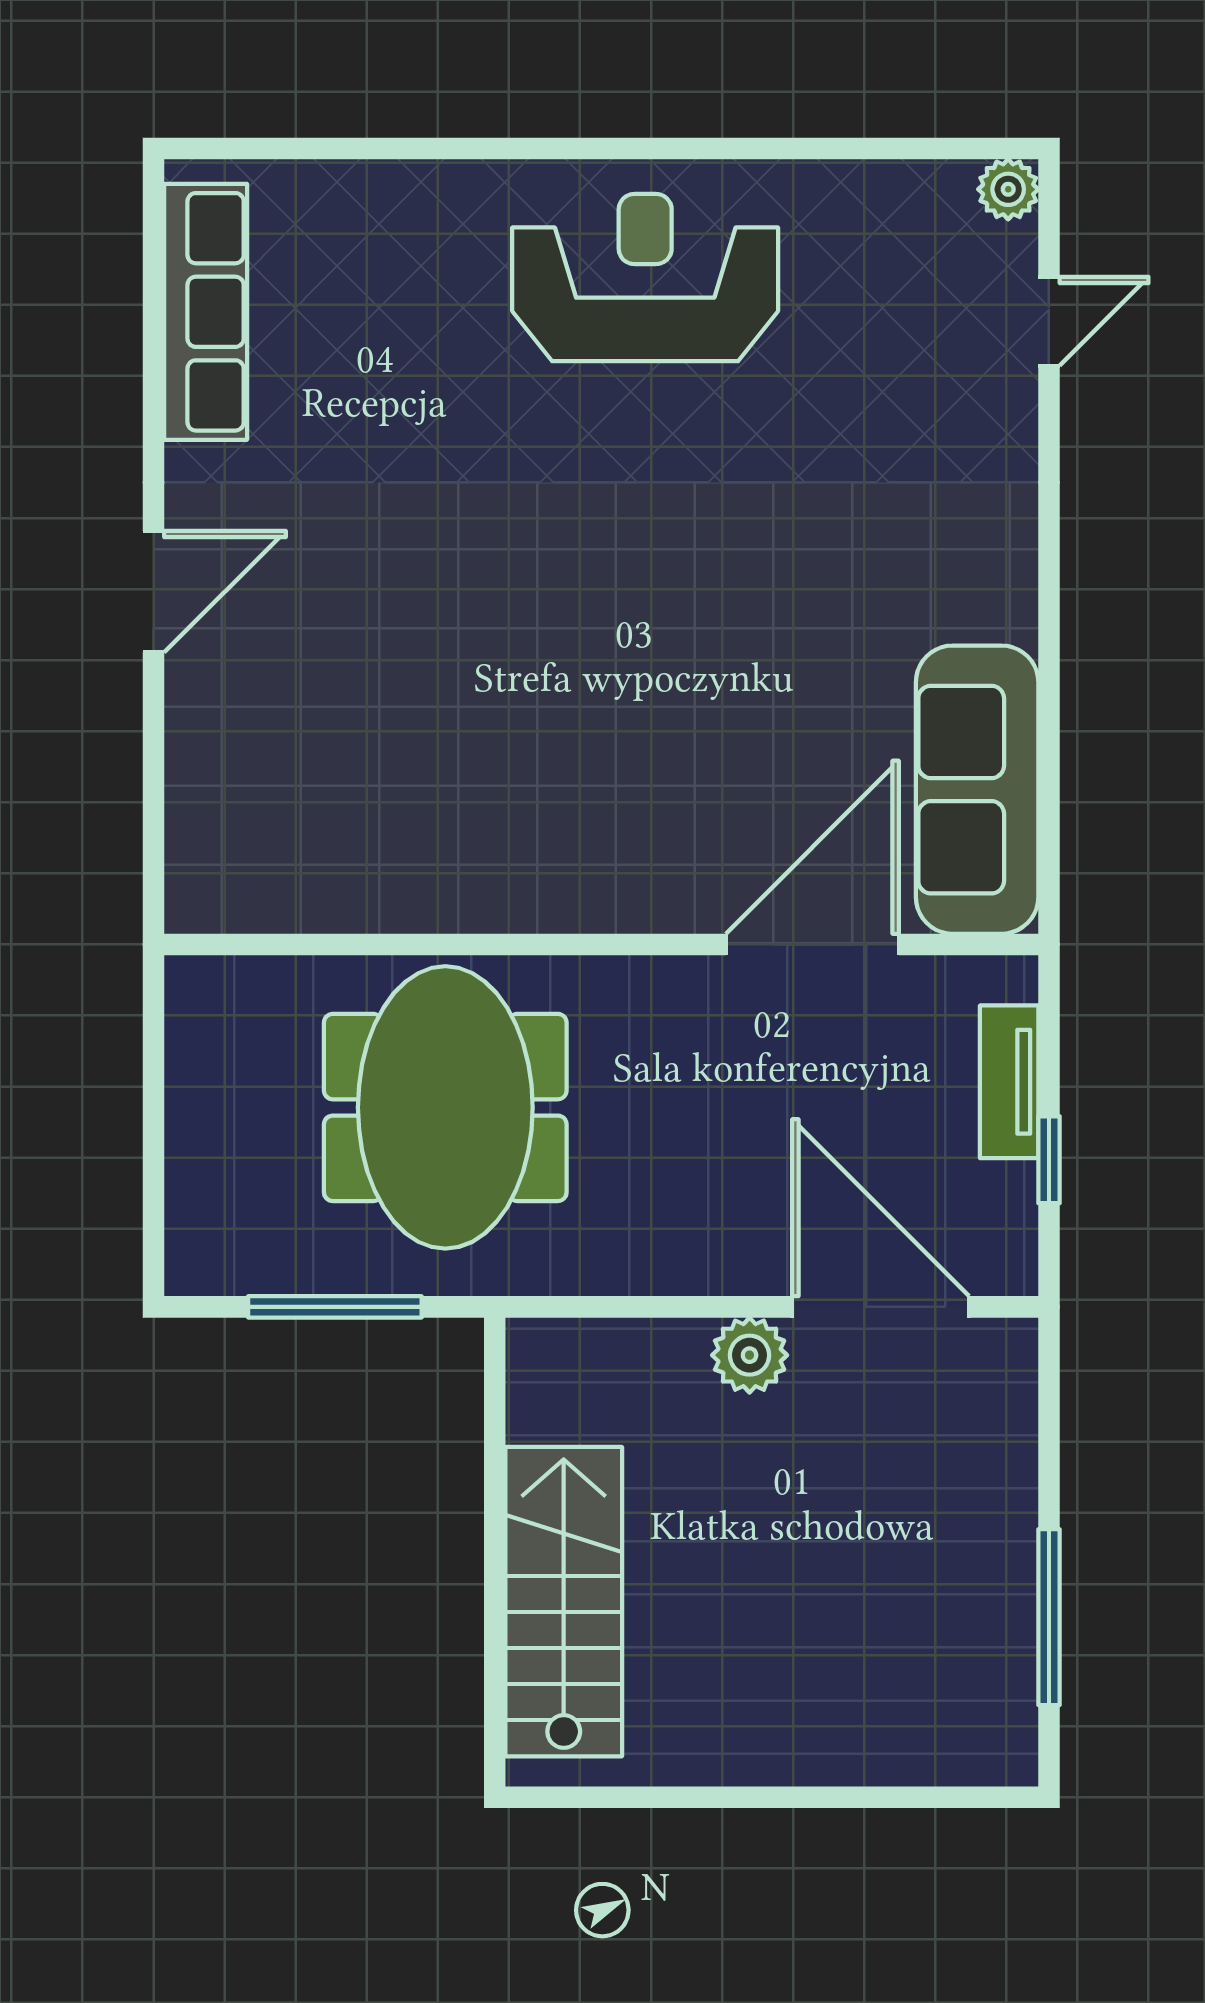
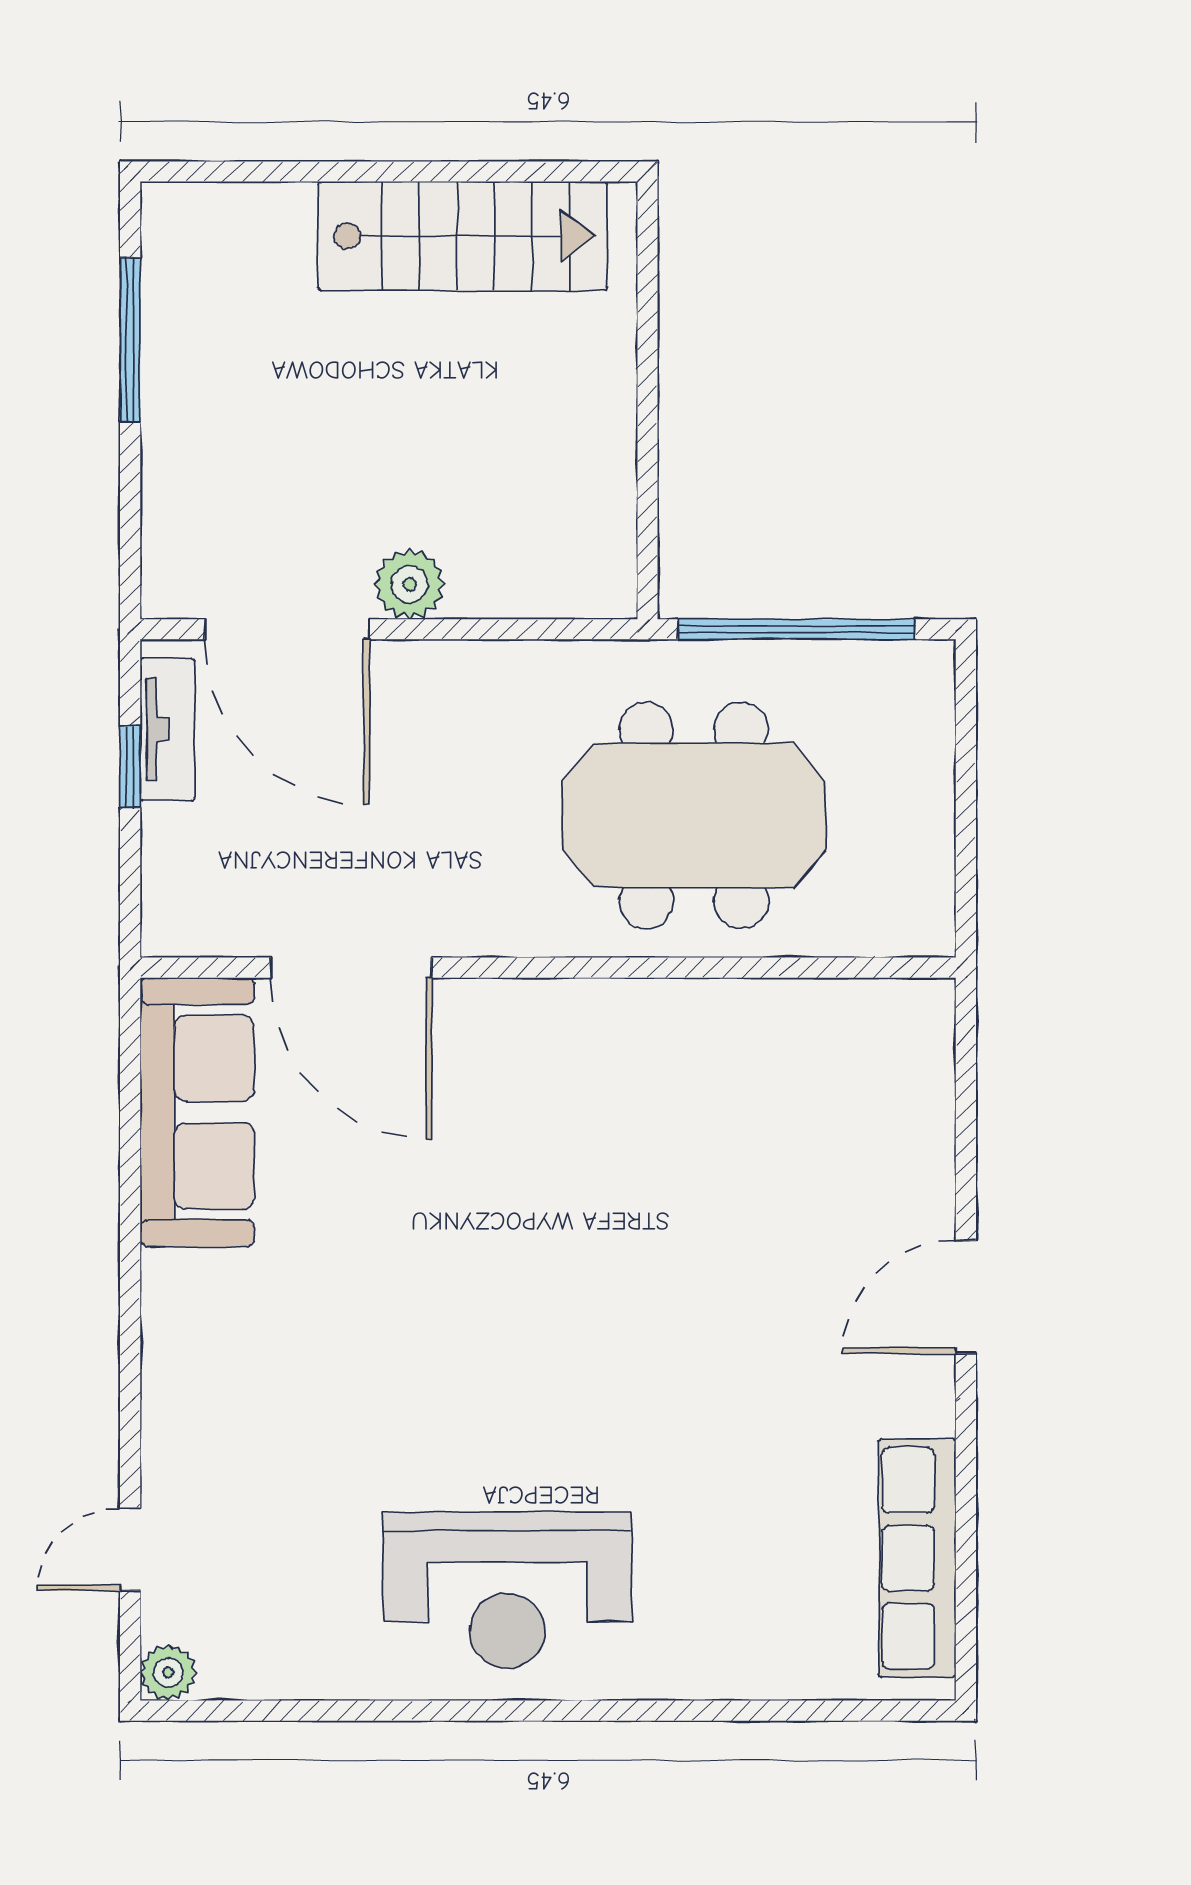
door: (812, 944) -> (351, 968), hinge flipped
tv unit: (1009, 1082) -> (167, 729), moved
meeting table: (445, 1107) -> (694, 815), turned 90
window: (335, 1307) -> (797, 629), width x1.46
stairs: (564, 1602) -> (463, 236), moved, turned -90

